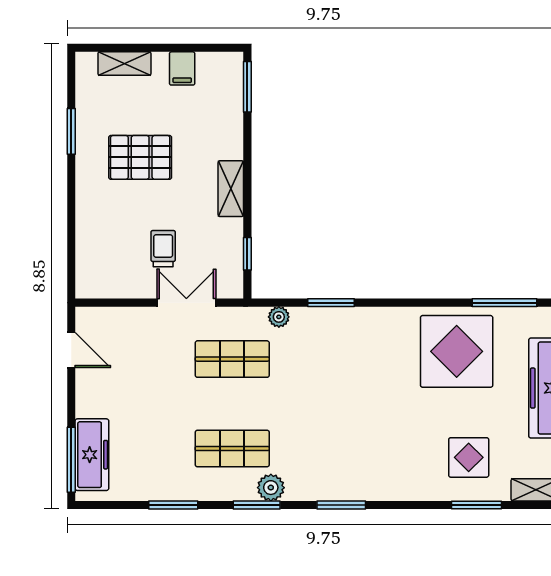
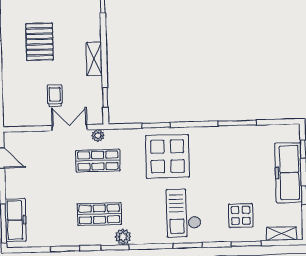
pallet: (140, 157) -> (40, 42), turned 90
window: (505, 303) -> (237, 123), moved
plant: (279, 317) -> (98, 135), moved
display table: (457, 351) -> (167, 156), moved
checkout: (373, 451) -> (184, 213), added
window: (341, 505) -> (188, 245), moved

